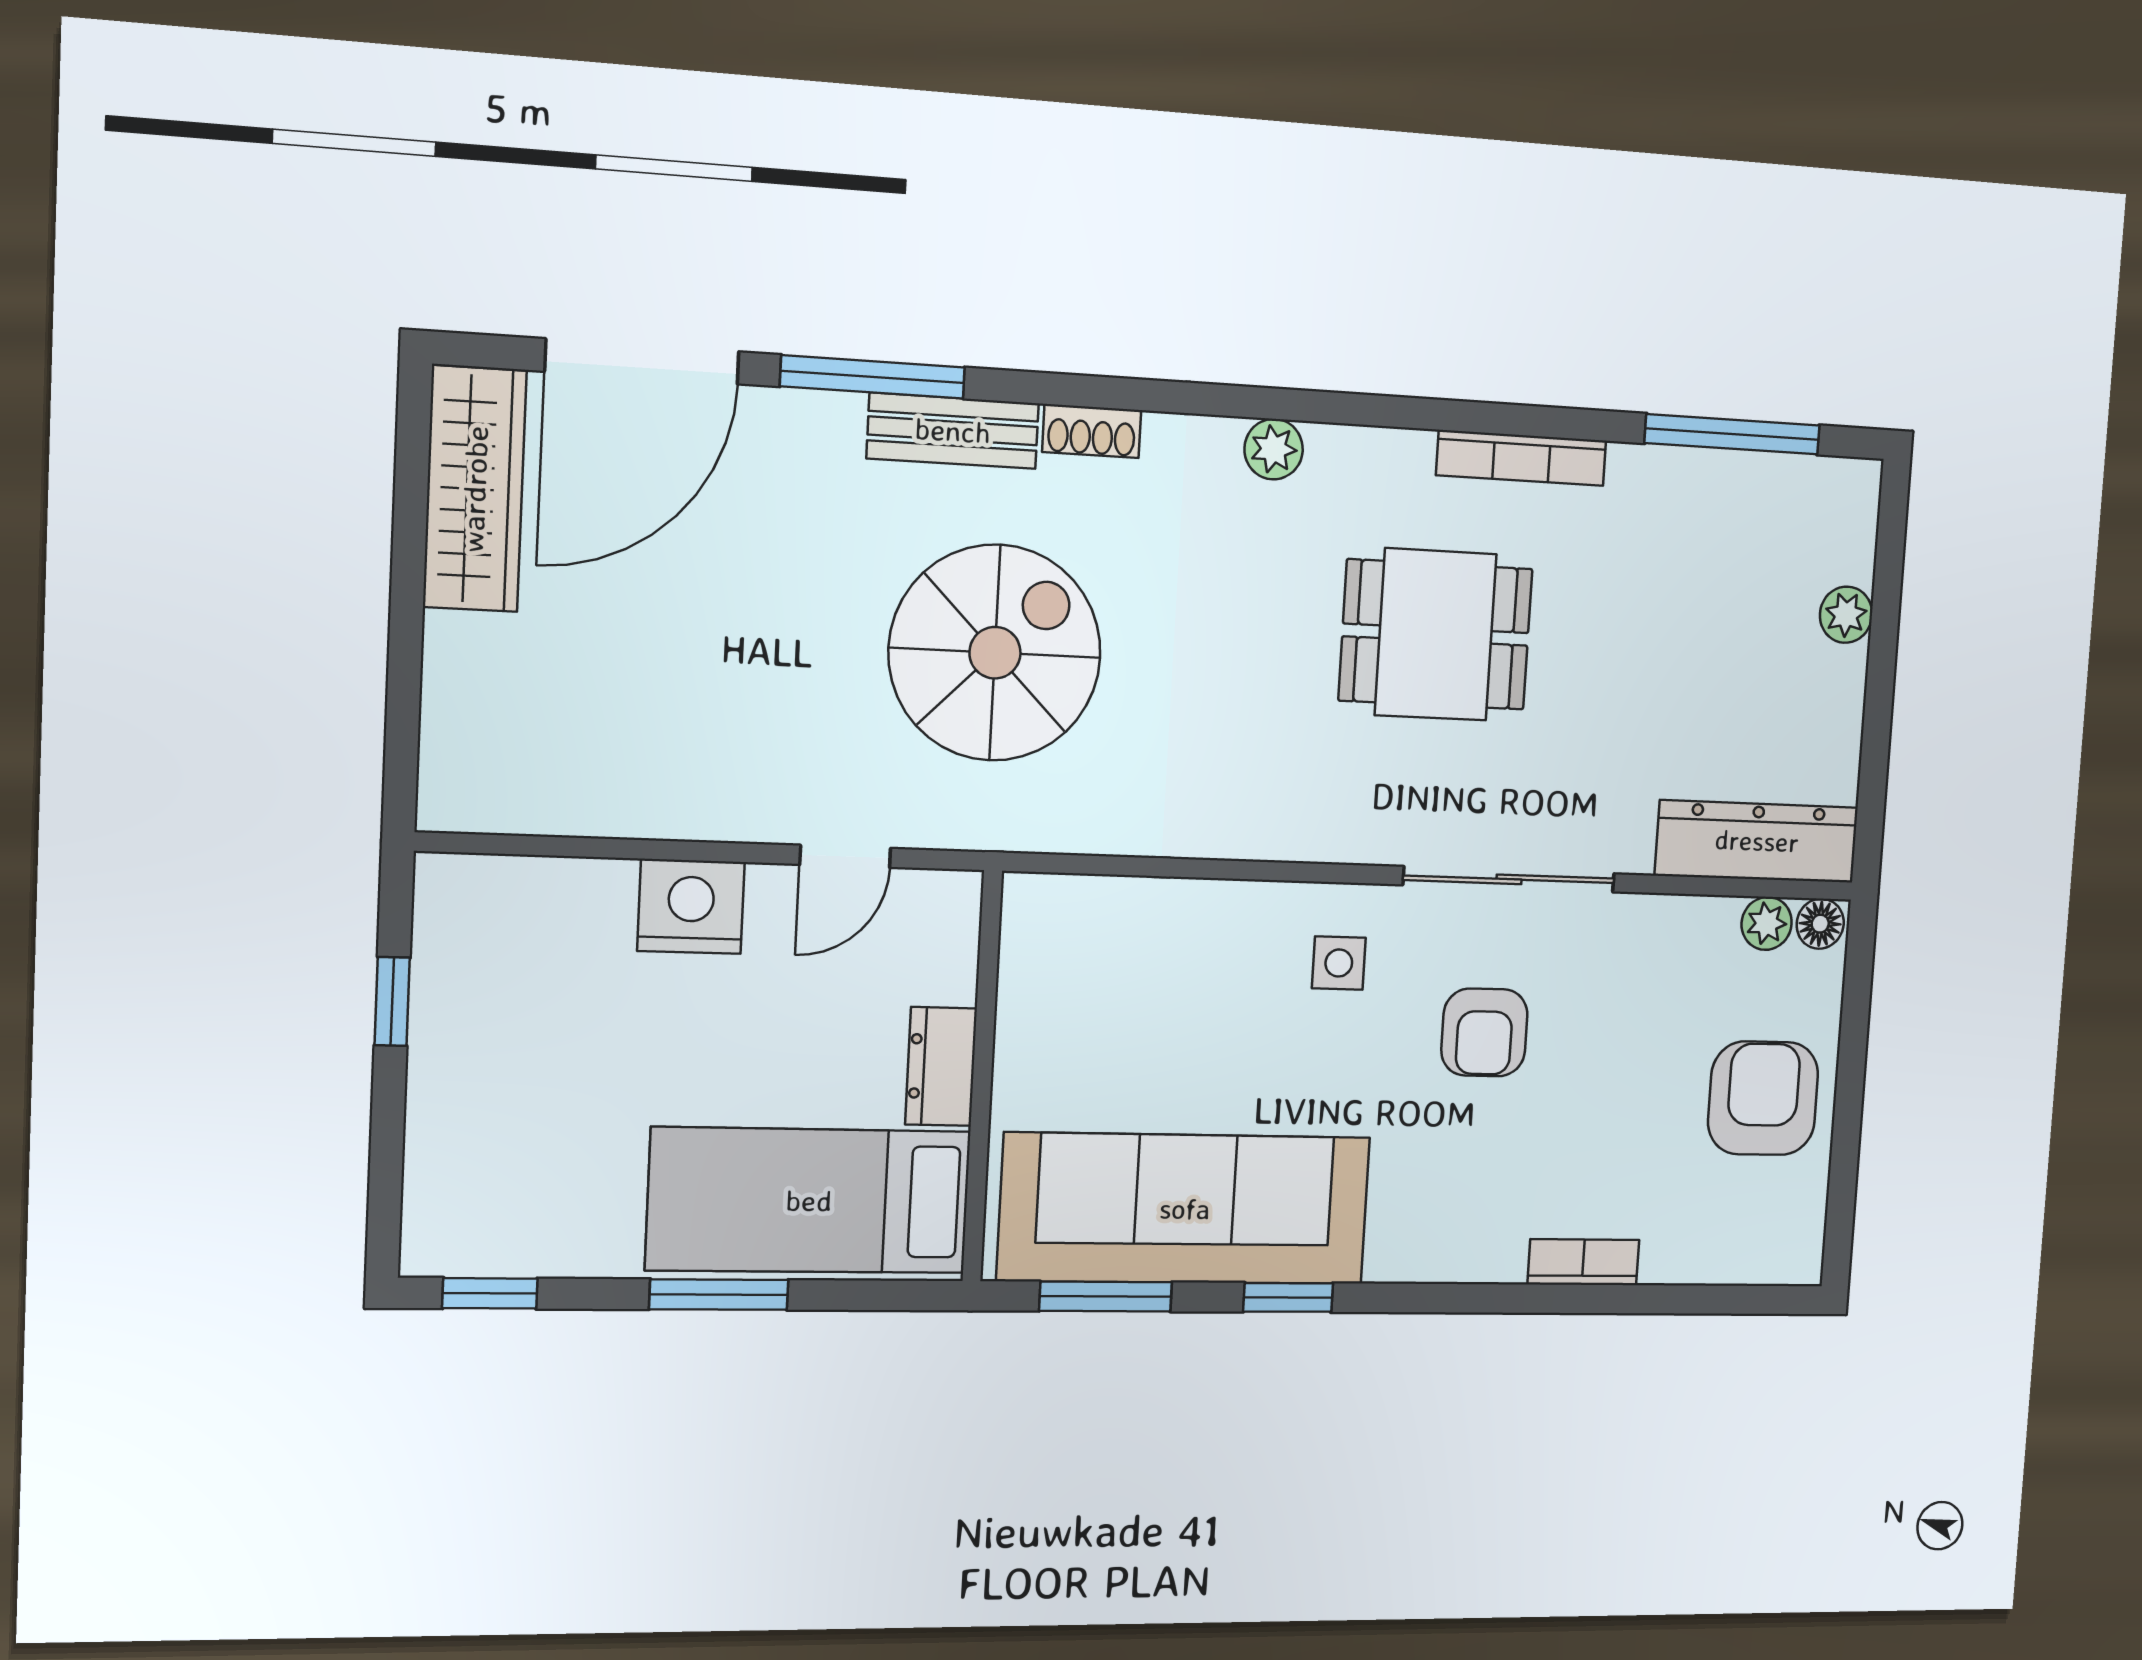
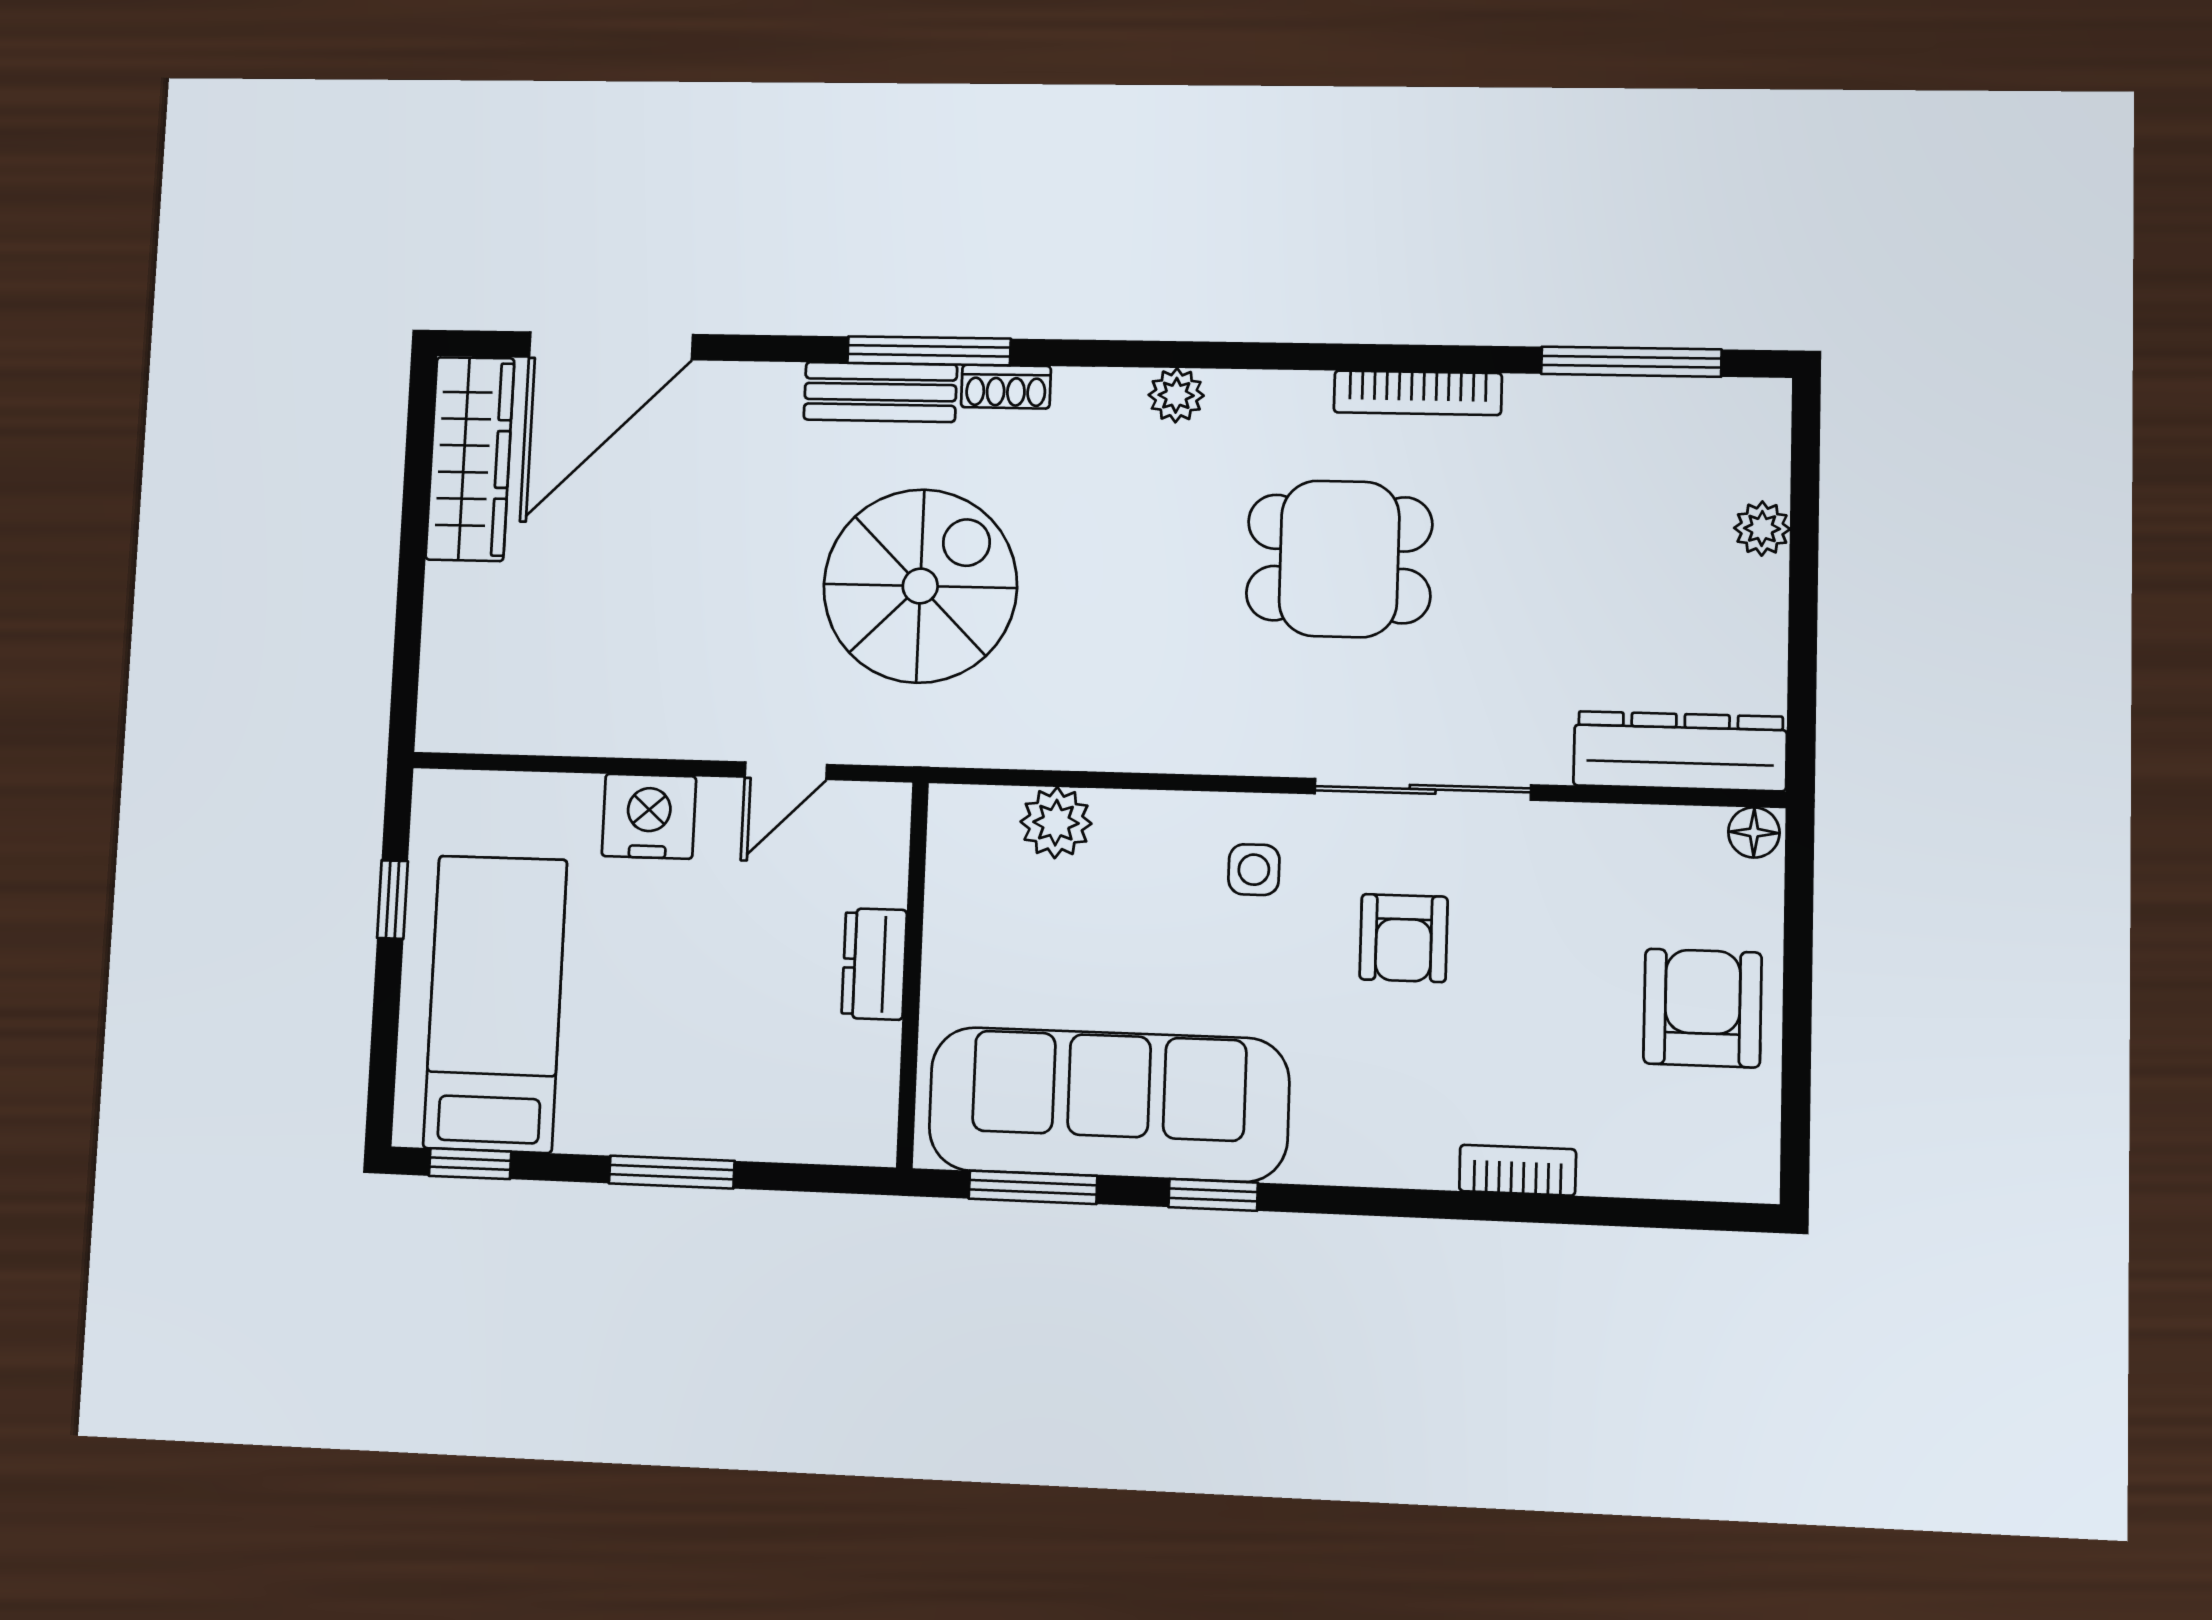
window: (873, 377) -> (929, 351), moved
plant: (1767, 923) -> (1056, 823), moved, width x1.38, depth x1.38
bed: (809, 1201) -> (495, 1004), moved, turned 90

